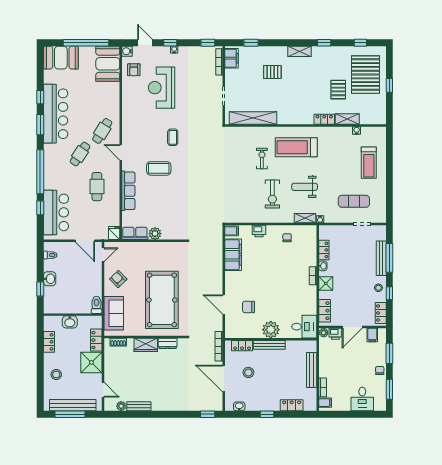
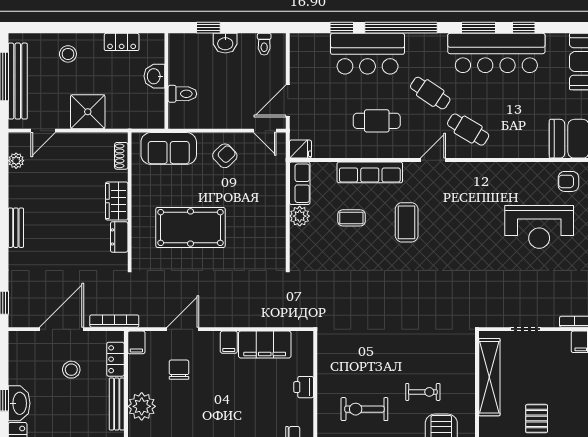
pallet: (272, 72) -> (537, 419), moved
reception desk: (162, 88) -> (539, 227), turned 180
coffee table: (173, 137) -> (351, 218), moved
bar counter: (56, 212) -> (368, 54), moved
filing cabinet: (232, 231) -> (229, 342), moved
pool table: (162, 300) -> (190, 228), width x0.73, depth x0.76
toilet: (97, 305) -> (182, 94), moved
filing cabinet: (232, 333) -> (136, 342), added
locker: (96, 340) -> (125, 120), removed
bench: (139, 406) -> (16, 228), moved
washbasin: (239, 406) -> (19, 403), moved, width x1.91, depth x1.45

